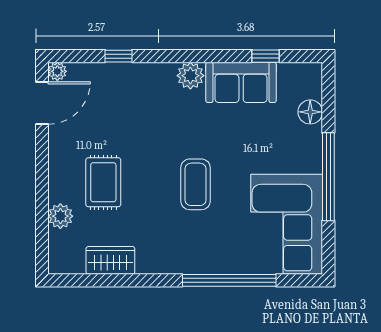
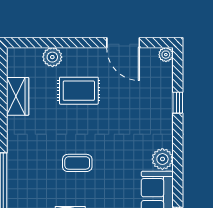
door: (42, 103) -> (123, 43), moved
coffee table: (196, 184) -> (77, 163), width x0.73, depth x0.77

